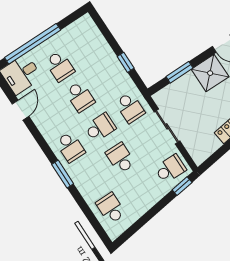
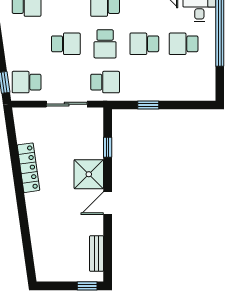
window: (179, 72) -> (108, 147), width x0.67
school desk: (130, 108) -> (105, 82), turned 180
school desk: (170, 169) -> (27, 82), turned 90

